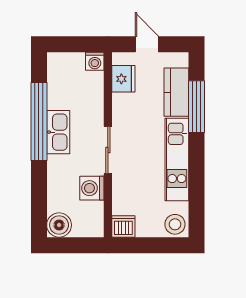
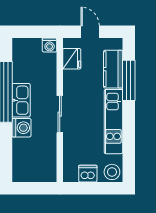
washing machine: (92, 188) -> (22, 128), moved, turned 180
boiler: (59, 225) -> (22, 173), removed
dishwasher: (123, 226) -> (88, 174), moved

